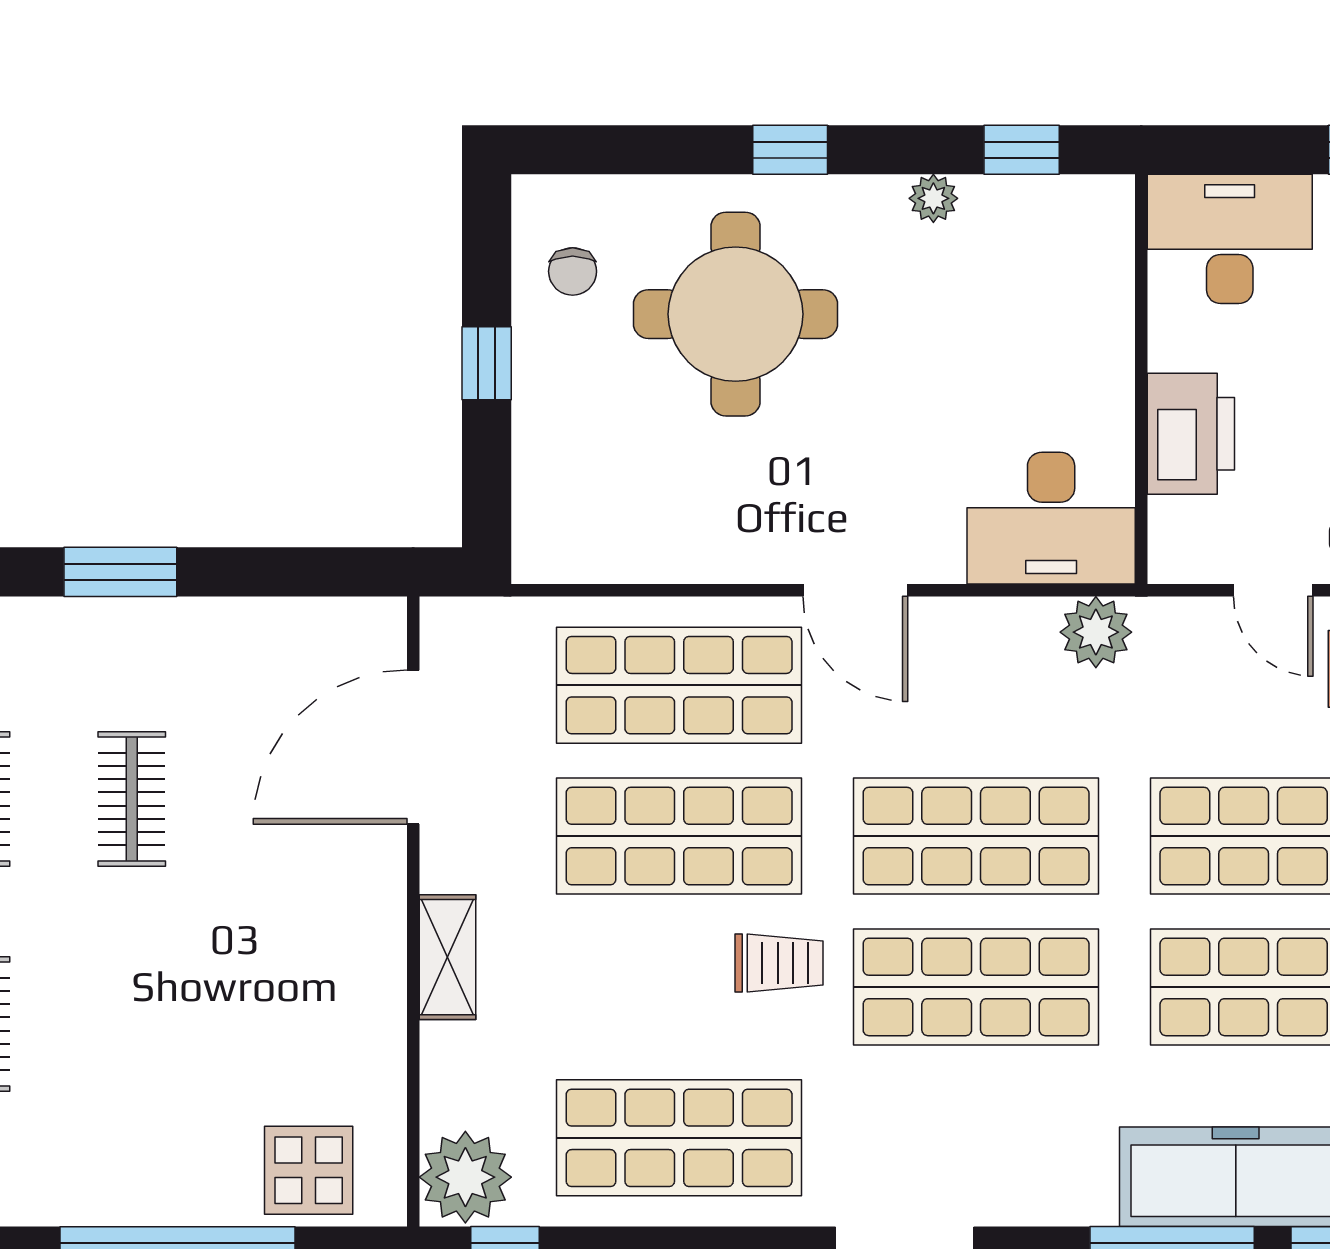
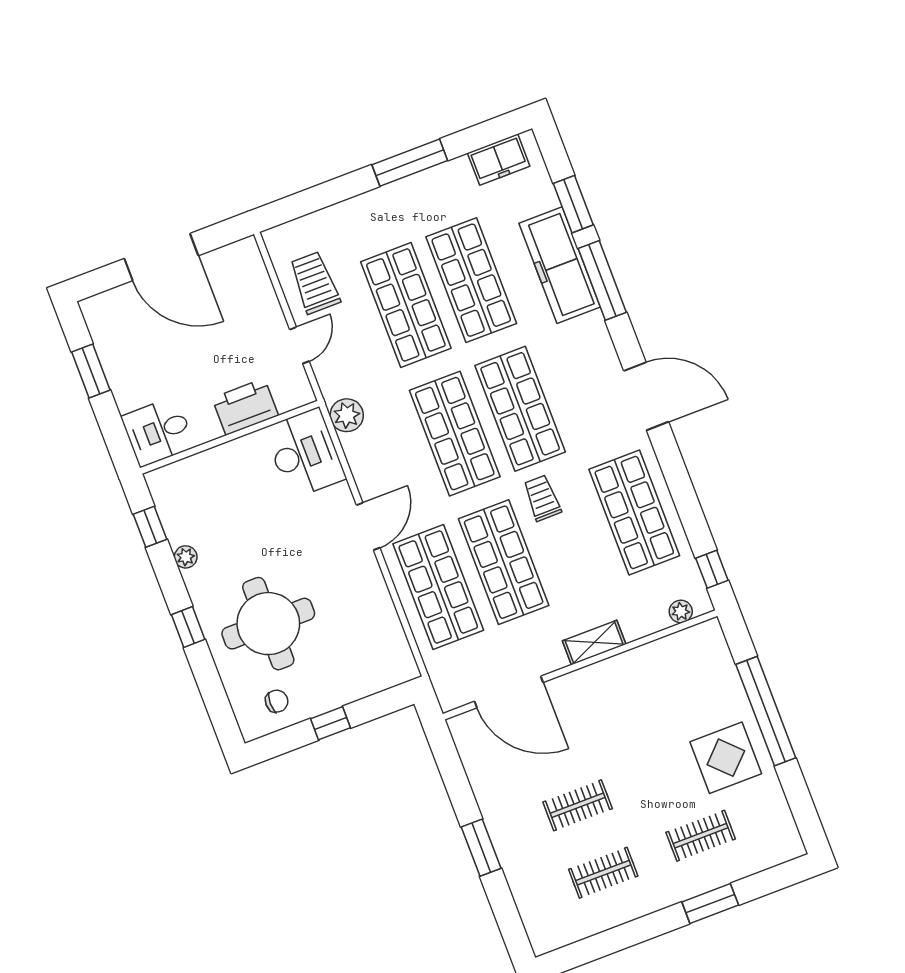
desk: (1230, 239) -> (158, 432), width x0.73
display table: (309, 1170) -> (726, 758), moved, width x1.36, depth x1.36
plant: (465, 1177) -> (681, 611), width x0.53, depth x0.53

